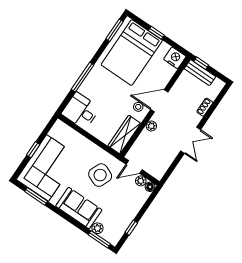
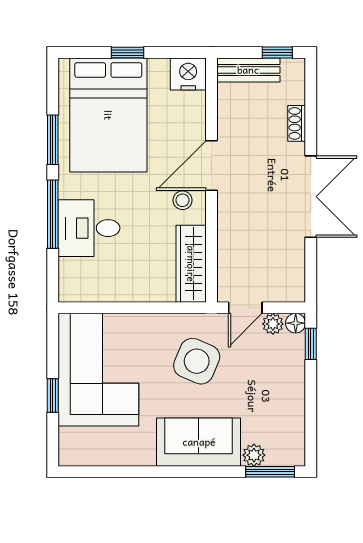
window: (114, 30) -> (53, 140), moved
window: (201, 63) -> (277, 53), moved
desk: (81, 111) -> (89, 228), moved
plant: (151, 126) -> (227, 218), removed
double door: (191, 140) -> (311, 197), width x1.37
corner sofa: (48, 168) -> (98, 370), moved
window: (36, 196) -> (112, 472), removed
window: (131, 228) -> (311, 344), moved

